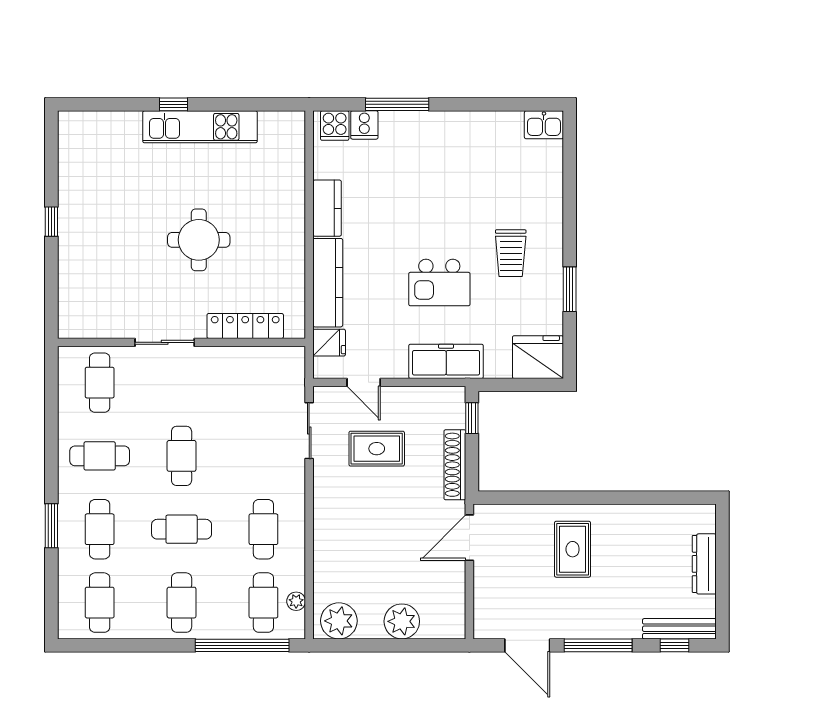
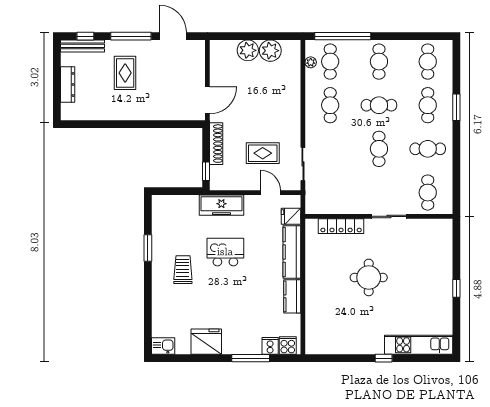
kitchen unit: (200, 127) -> (419, 345), moved
fridge: (538, 357) -> (206, 342), moved, turned 180
rug: (573, 549) -> (125, 73), moved
plant: (339, 621) -> (270, 51), moved

